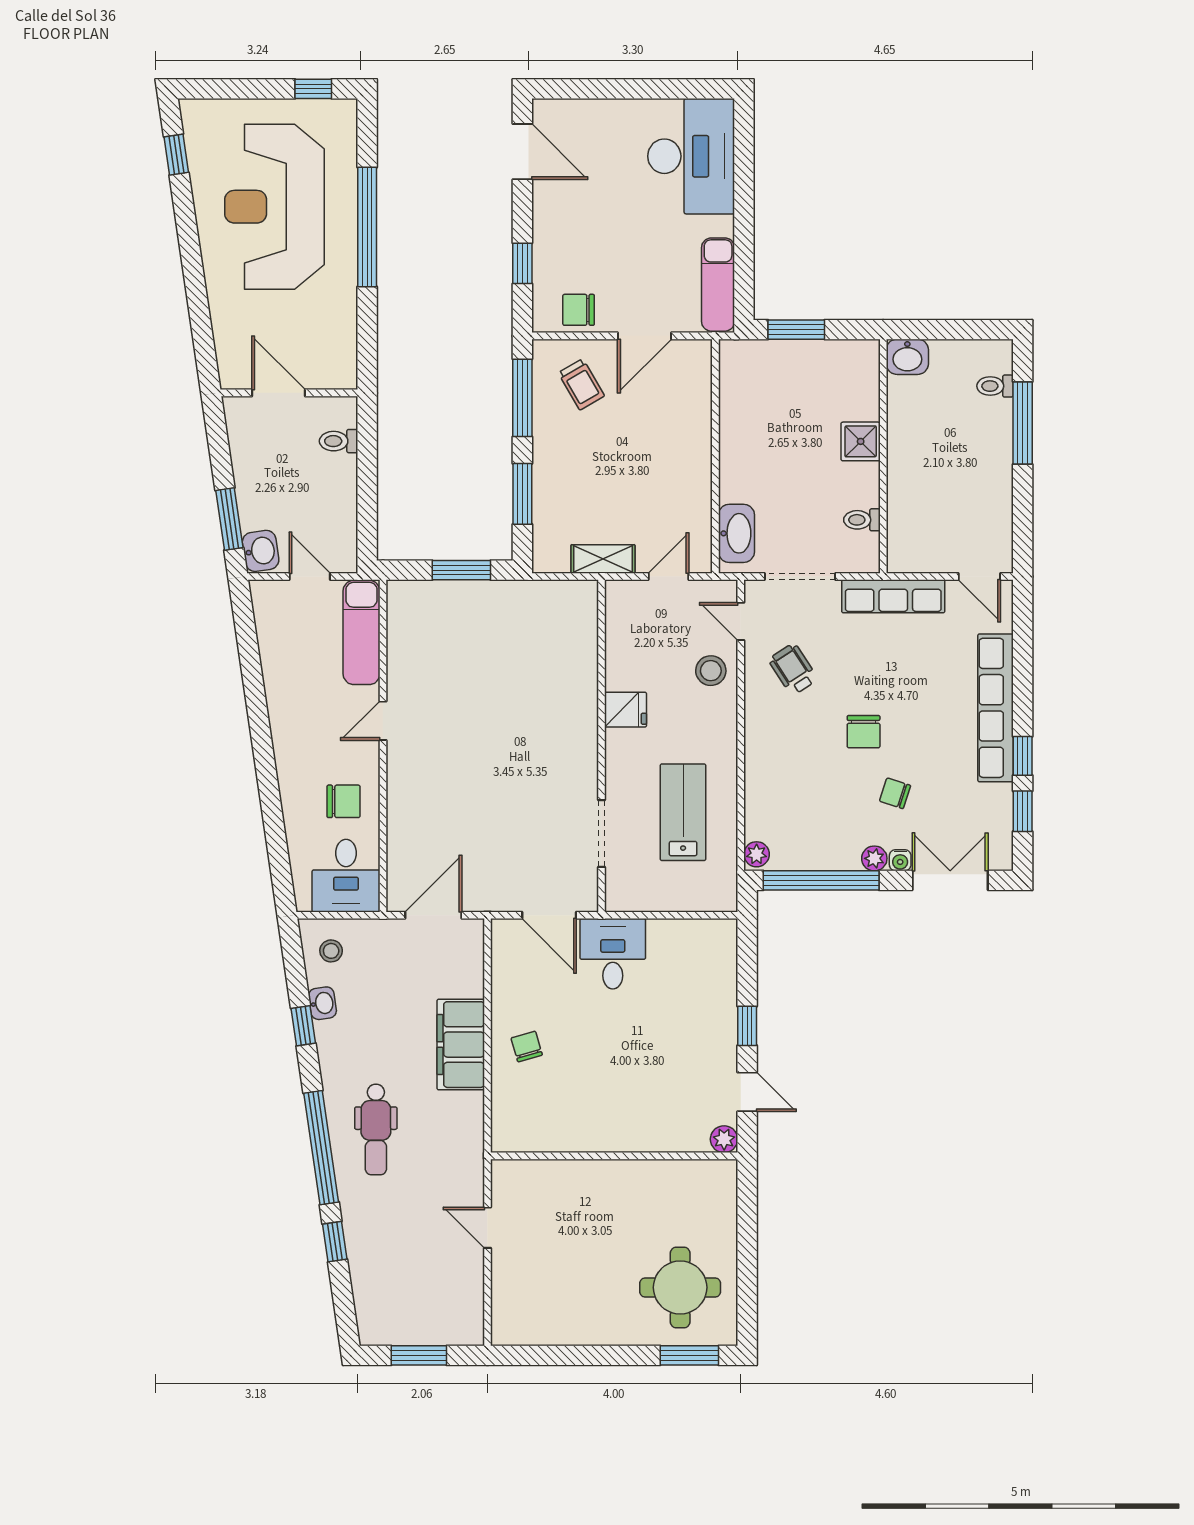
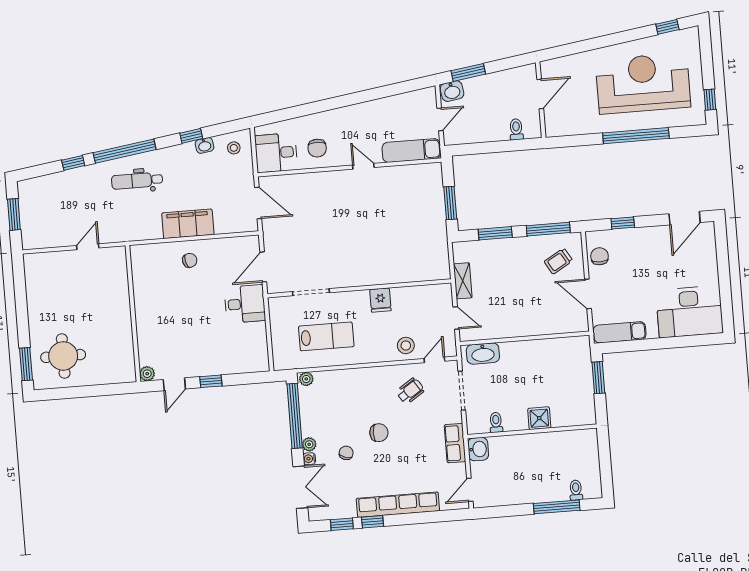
washbasin: (907, 357) -> (478, 449), moved, turned 180
row of seats: (893, 596) -> (455, 443), width x0.68
chair: (864, 732) -> (379, 433), turned 180

